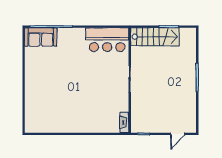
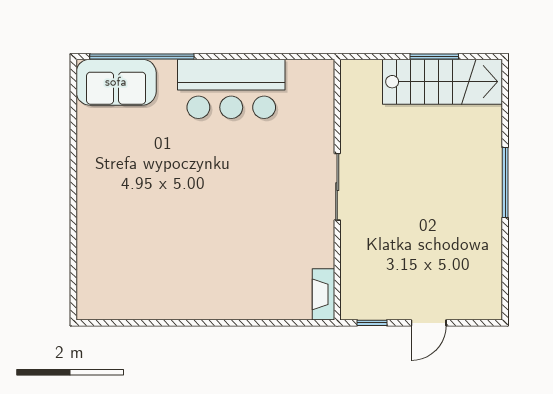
stairs: (155, 37) -> (442, 82), moved
bar counter: (107, 40) -> (231, 89), moved
door: (178, 134) -> (429, 323), moved

